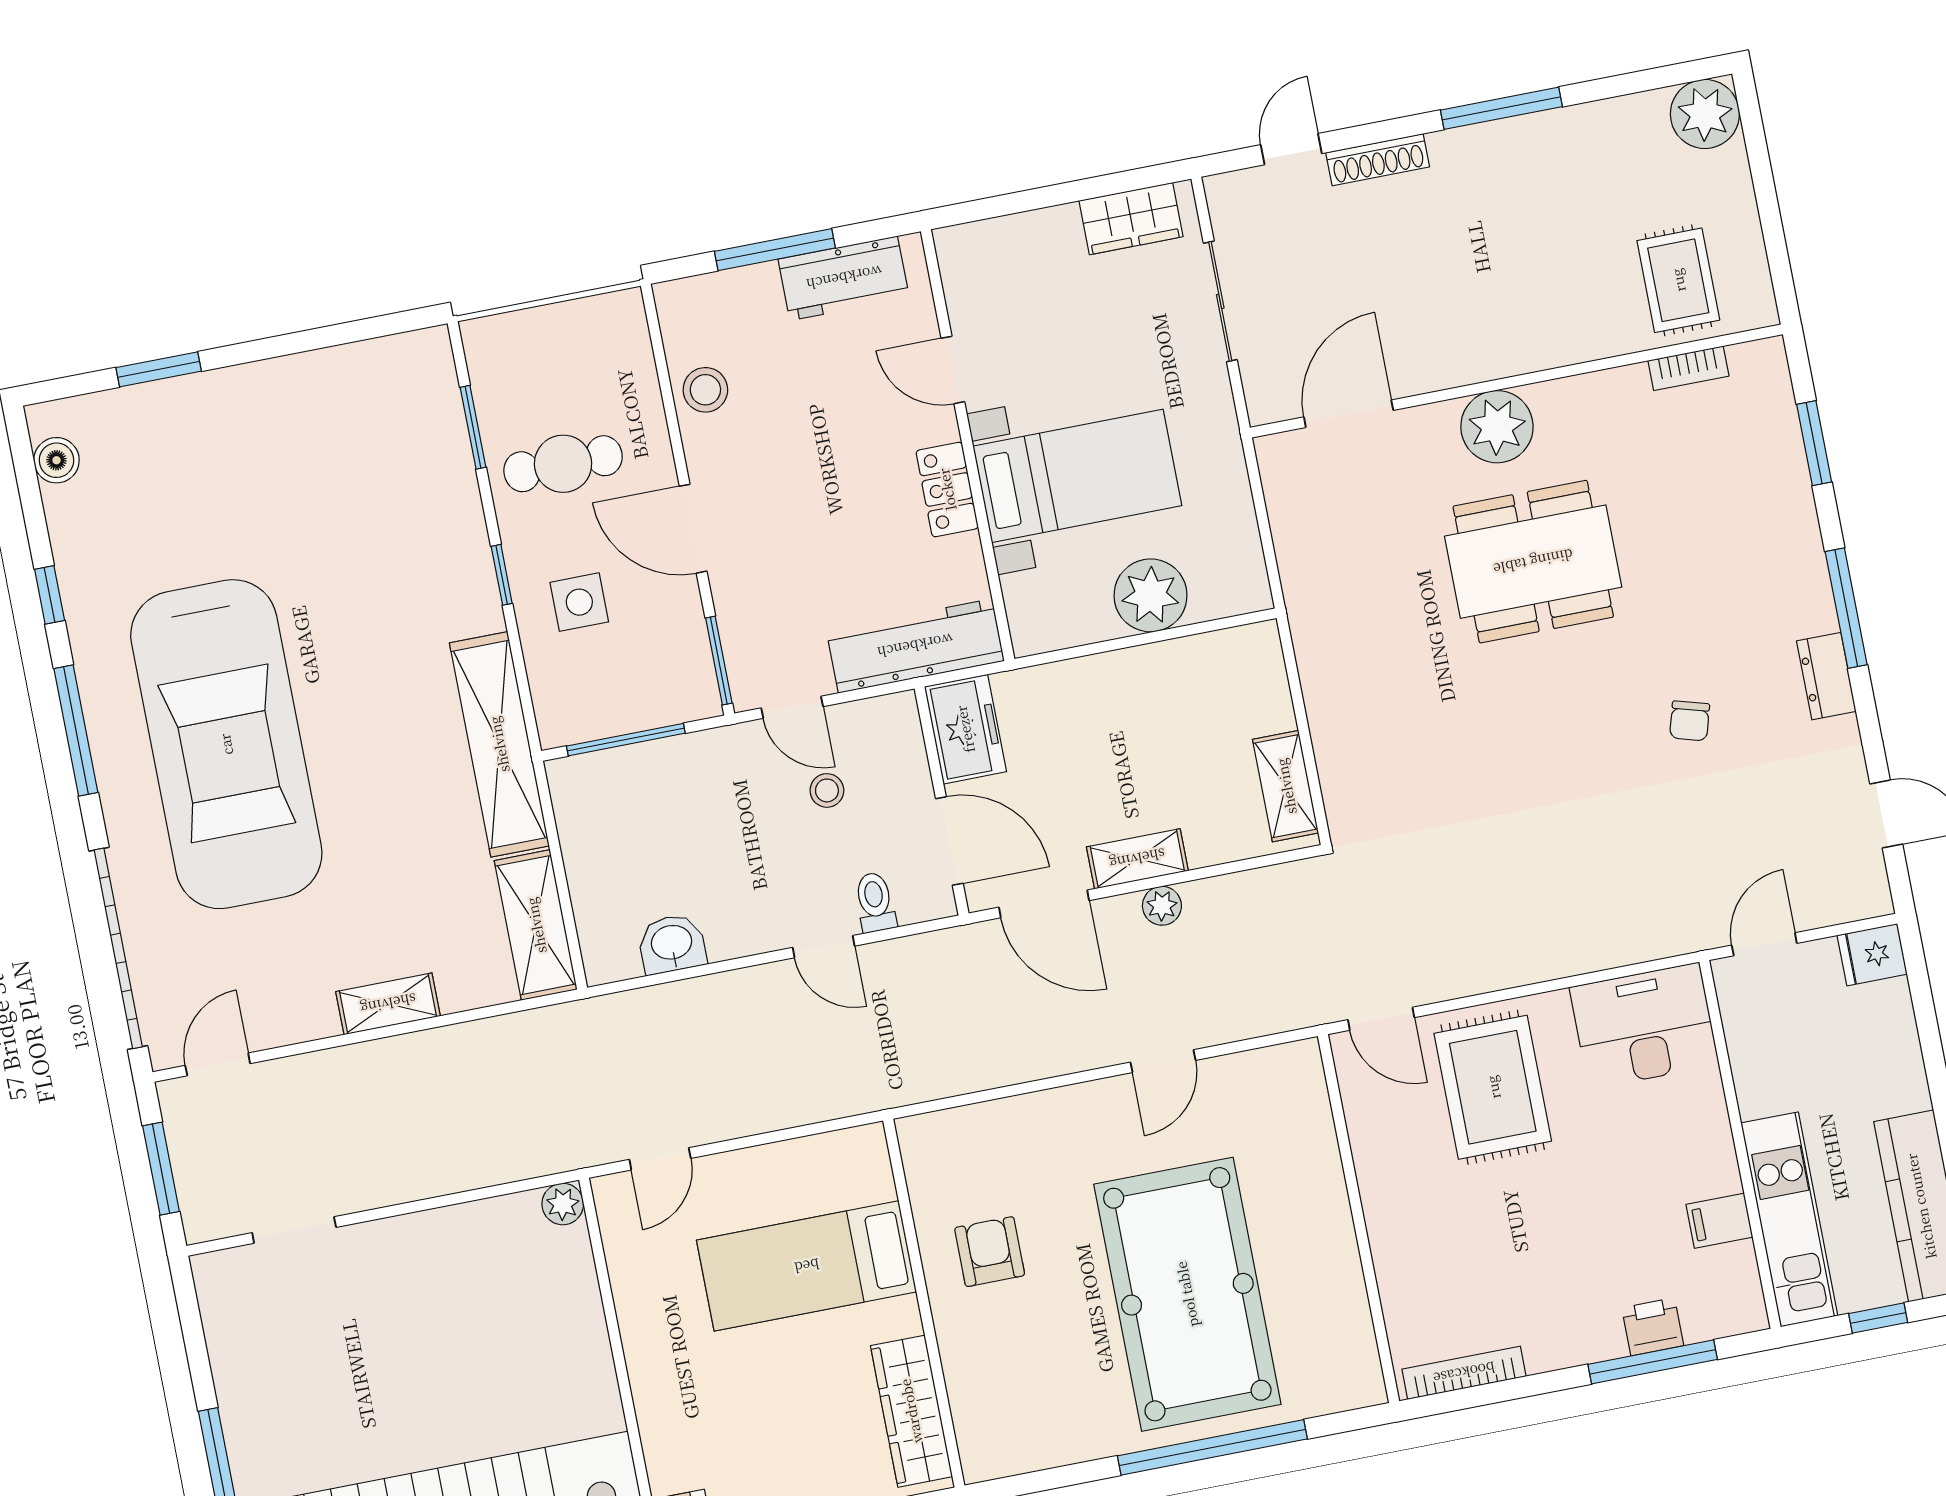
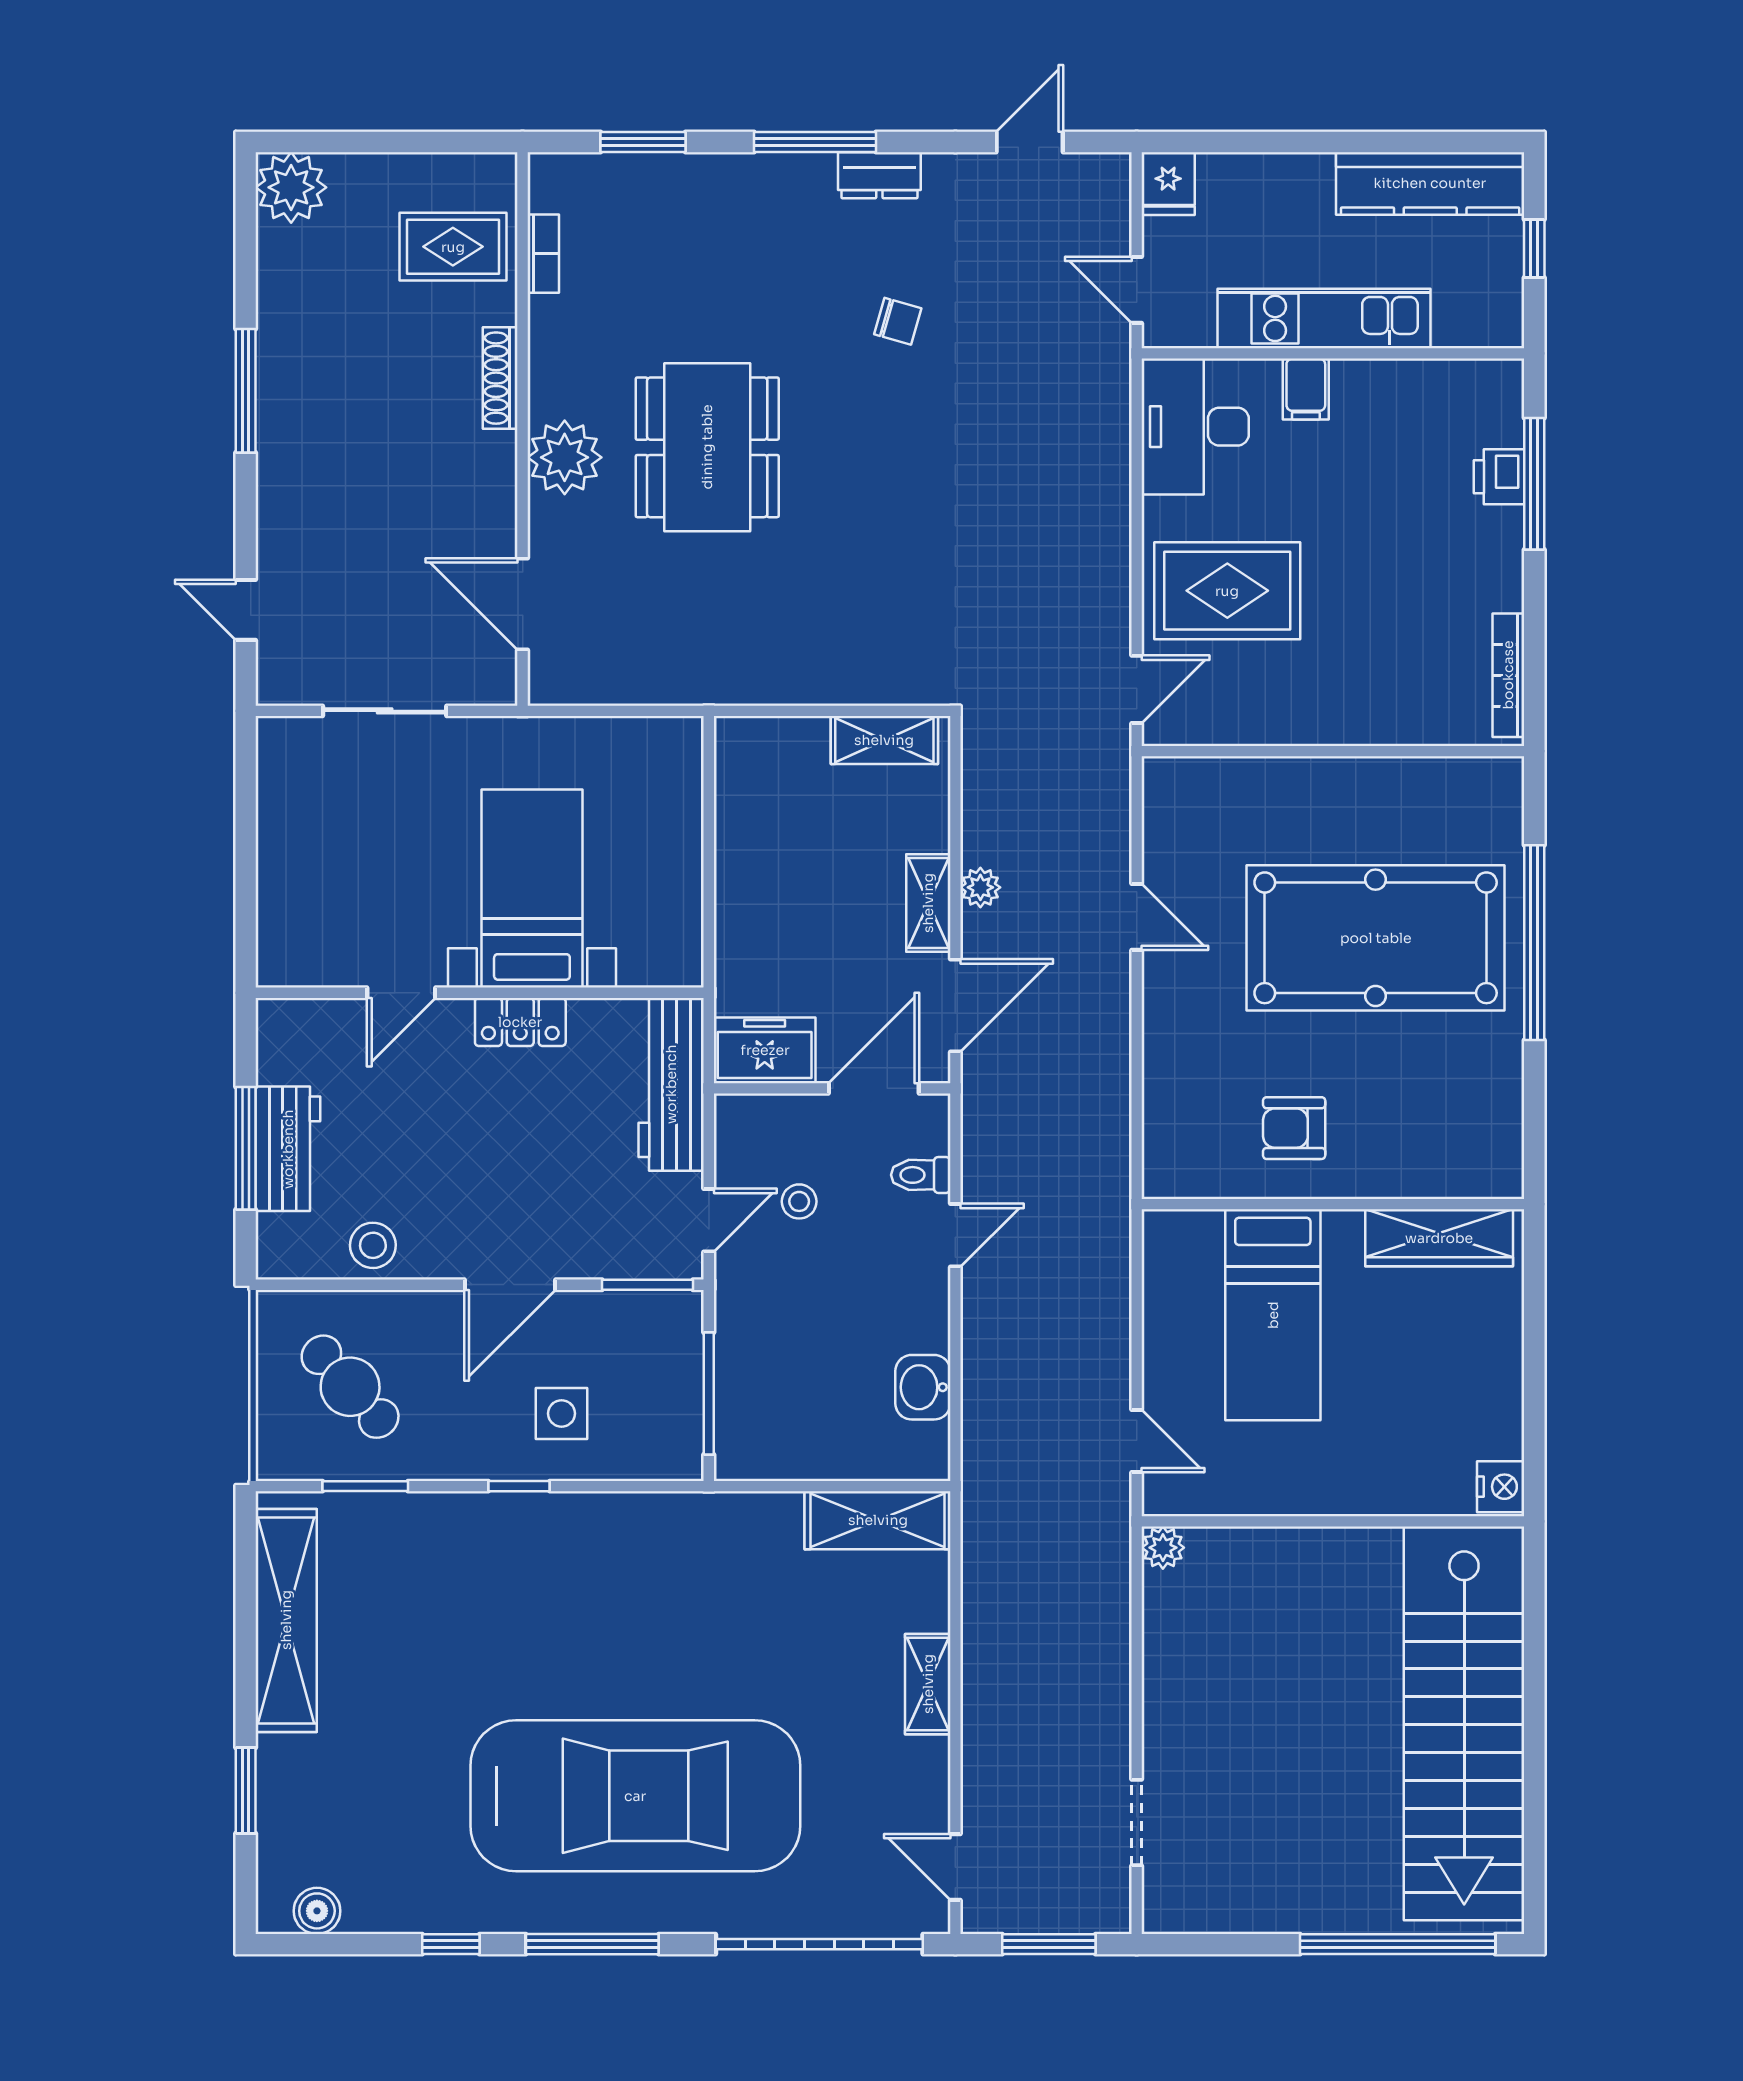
shoe rack: (1378, 160) -> (500, 378), moved, turned 180
wardrobe: (1131, 219) -> (284, 784), removed
workbench: (844, 278) -> (288, 1149), moved
cafe table: (563, 464) -> (350, 1387), moved, turned -42
plant: (1151, 595) -> (666, 838), removed
shelving: (499, 744) -> (286, 1620), moved, turned 90
kitchen unit: (1789, 1219) -> (1324, 318), moved
filing cabinet: (1719, 1221) -> (1306, 389), moved

